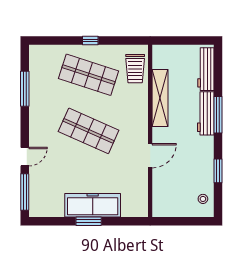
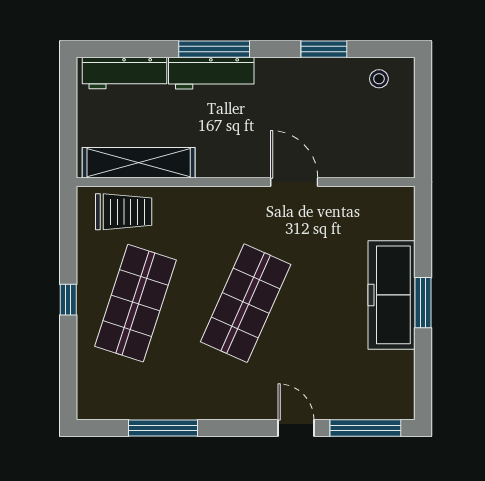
shelving: (160, 98) -> (139, 163), moved

